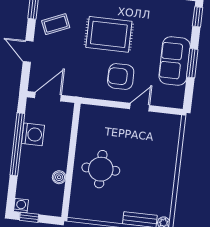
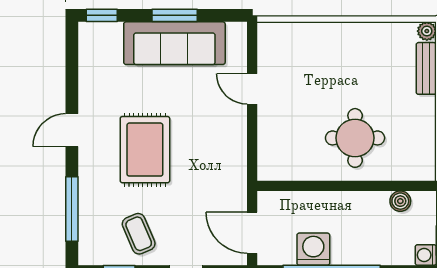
sofa: (175, 61) -> (174, 43), width x1.36
armchair: (121, 77) -> (208, 124), removed
boiler: (59, 177) -> (400, 201), moved

